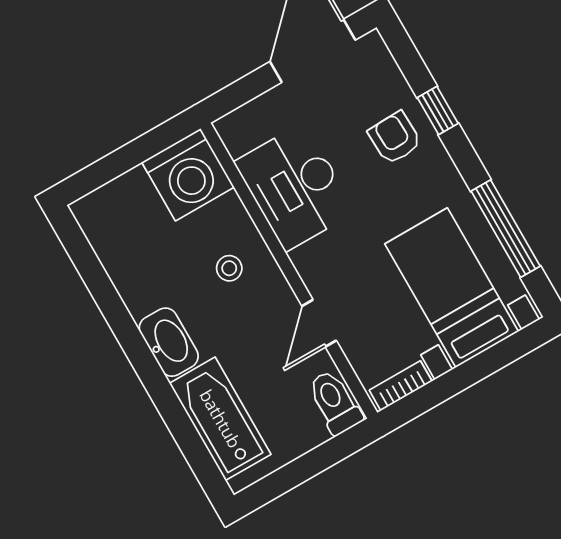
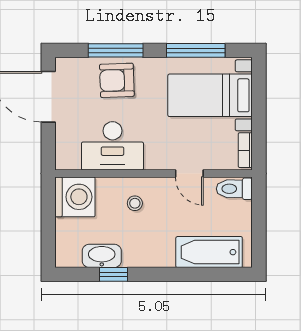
window: (438, 111) -> (116, 50), width x2.17
armchair: (395, 138) -> (117, 80), width x1.38, depth x1.38
window: (107, 297) -> (114, 274), added
washbasin: (169, 342) -> (102, 256), moved

